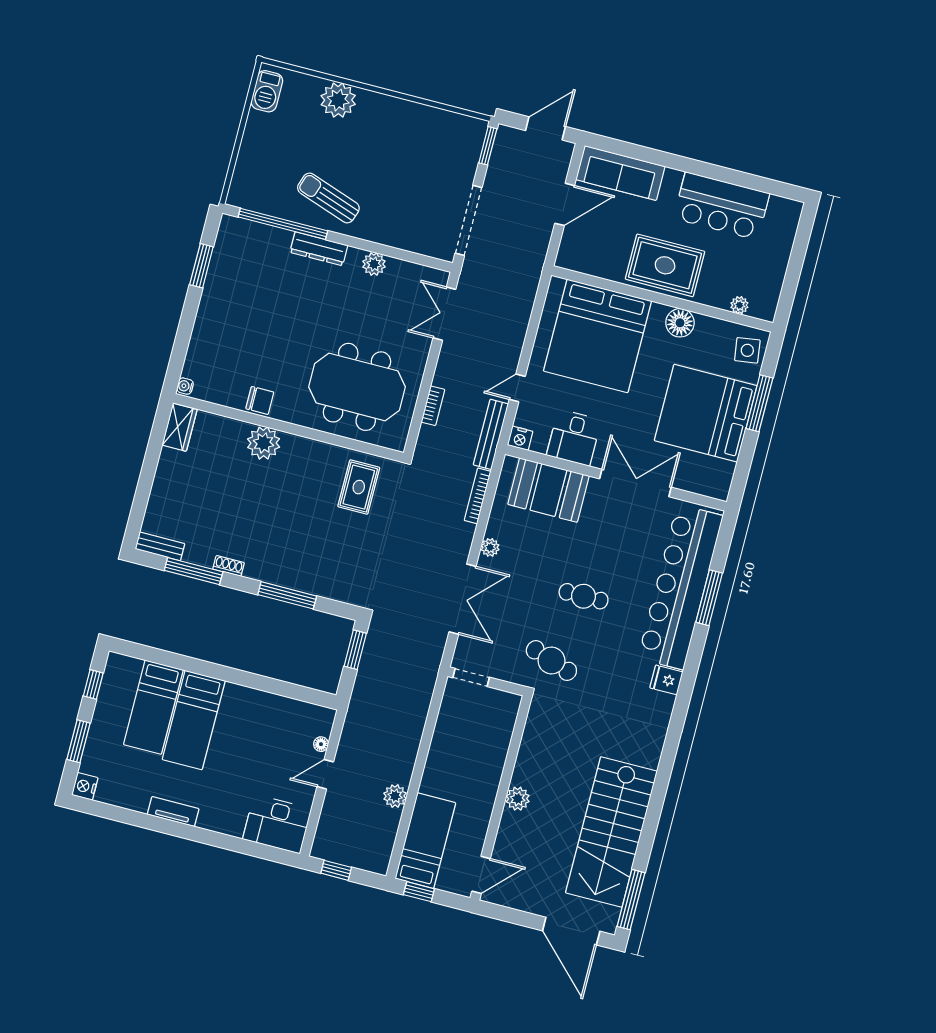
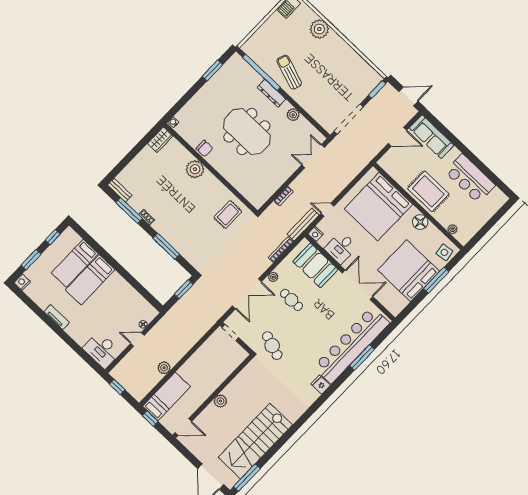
meeting table: (357, 387) -> (247, 132), moved
cafe table: (584, 596) -> (291, 300), moved

